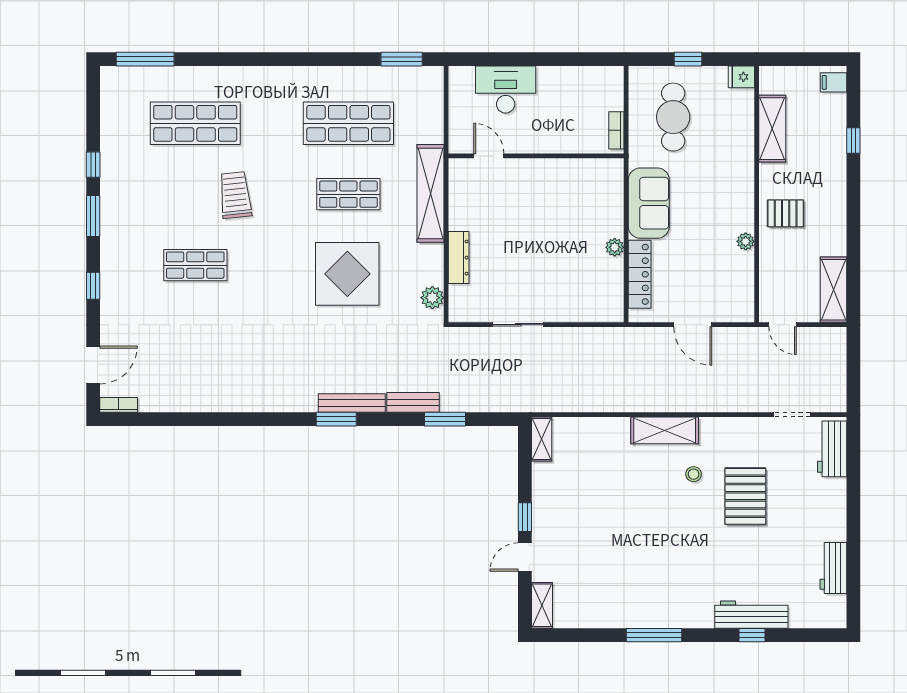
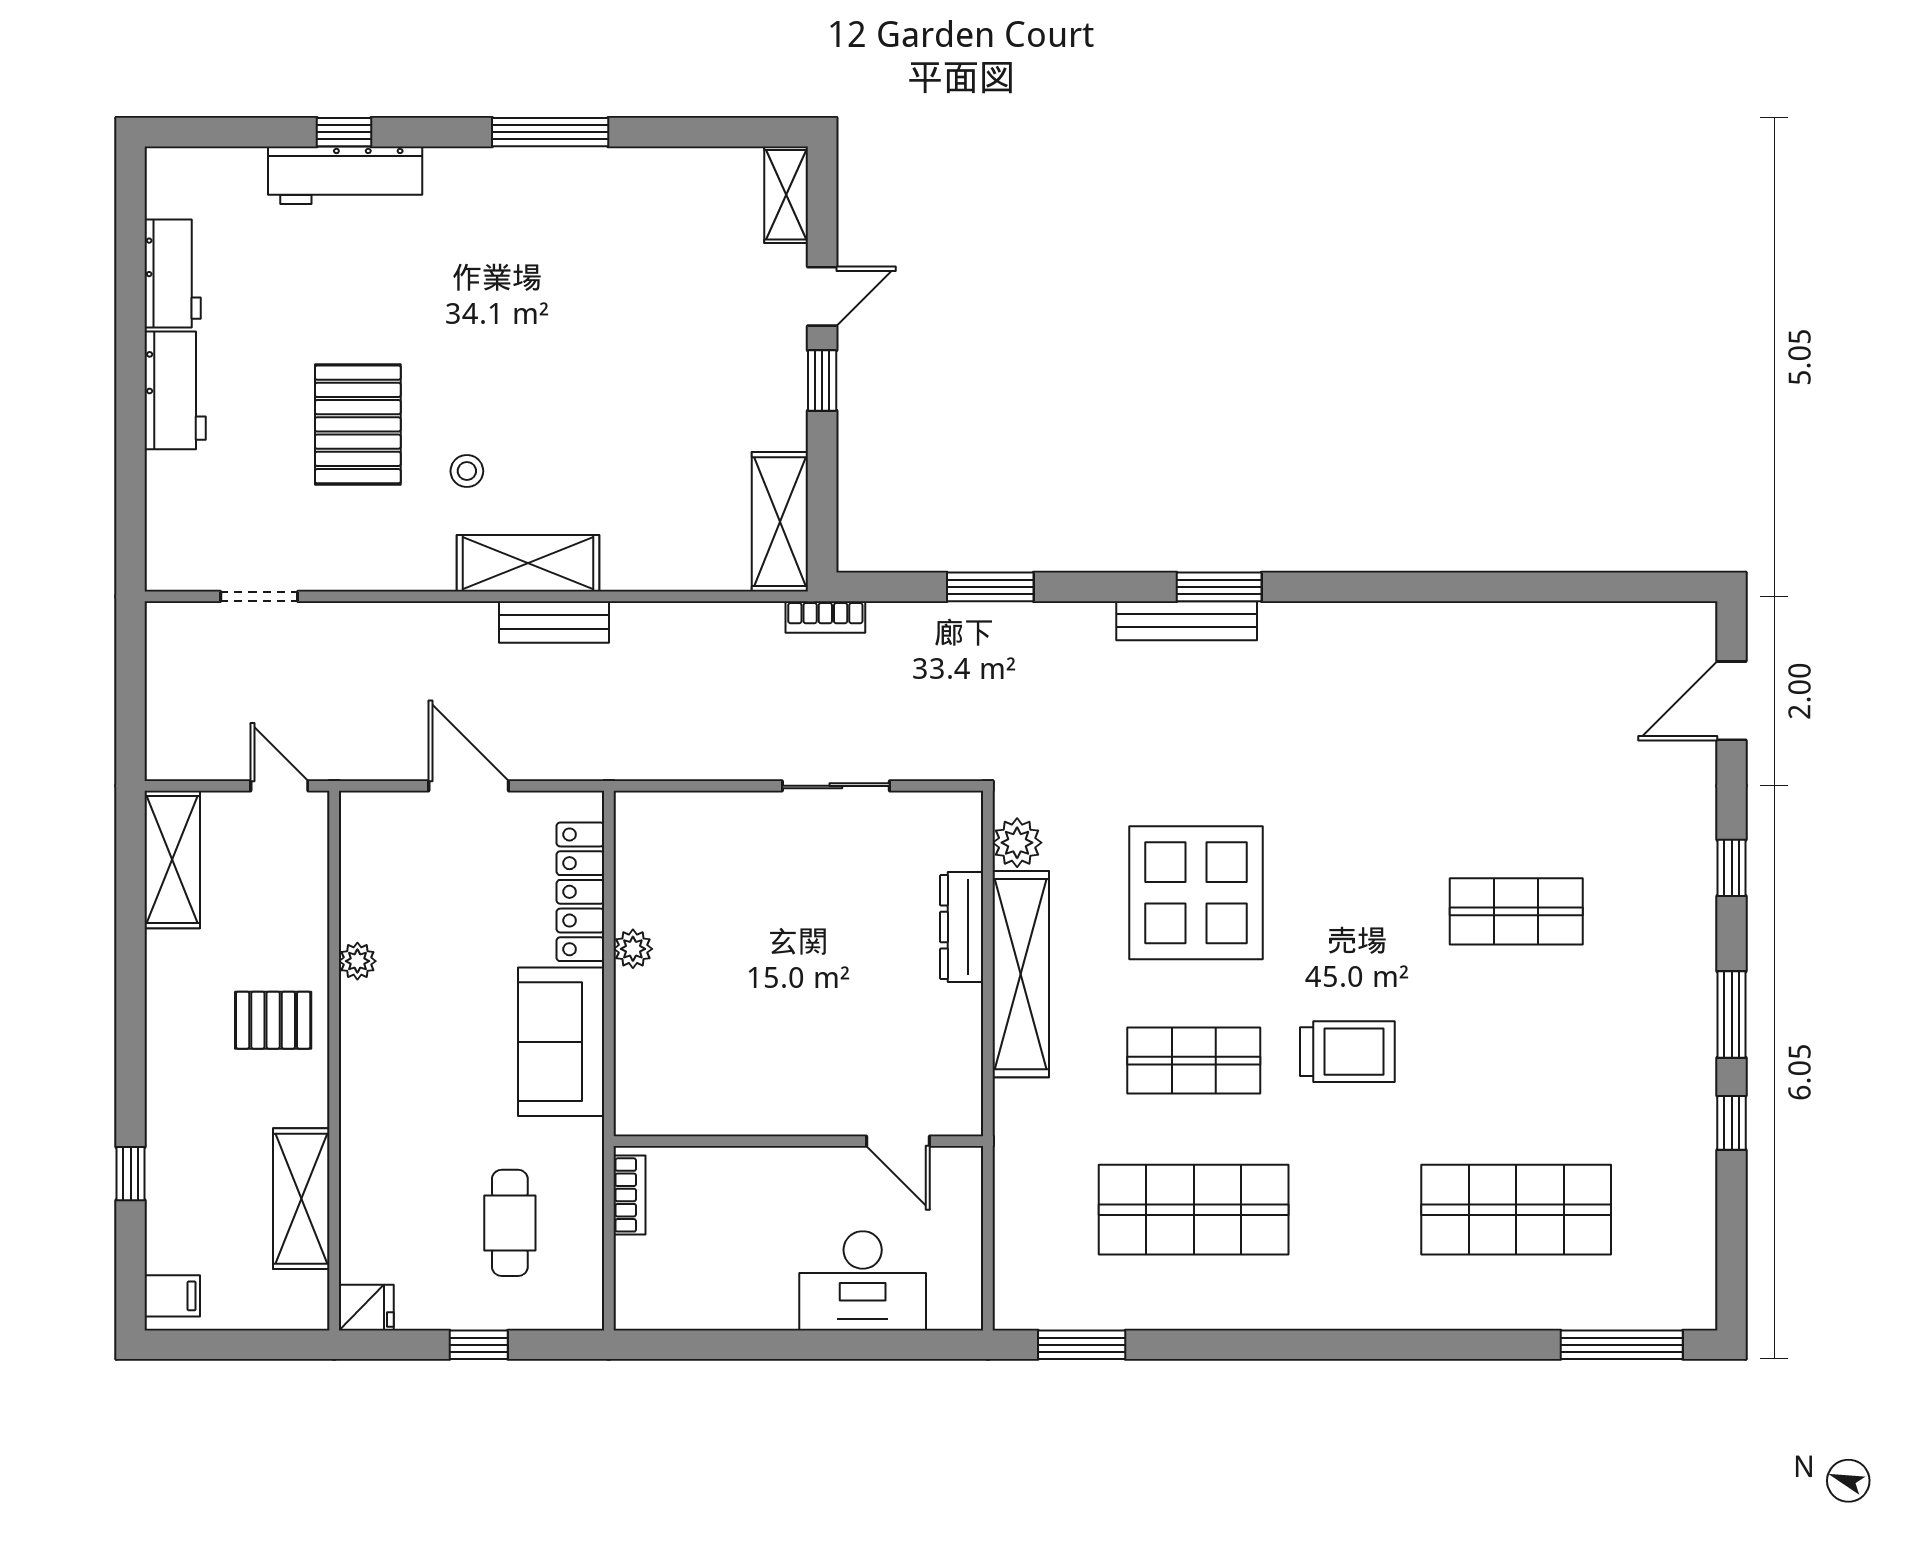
cafe table: (673, 117) -> (510, 1223), width x0.73, depth x0.74
shelving: (431, 193) -> (1021, 974), moved
trolley: (235, 195) -> (1347, 1052), moved, turned -84
bench: (413, 402) -> (554, 622), moved
bookcase: (119, 405) -> (825, 617), moved
shelving: (542, 439) -> (780, 522), width x1.50, depth x1.33
workbench: (832, 449) -> (175, 390), moved

